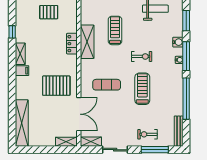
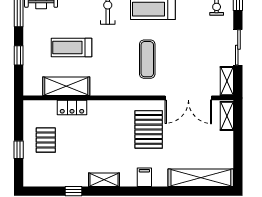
shelving: (87, 42) -> (66, 86), moved
locker: (72, 44) -> (72, 108), moved
filing cabinet: (22, 71) -> (144, 177), moved
double door: (79, 114) -> (188, 98), swing flipped

